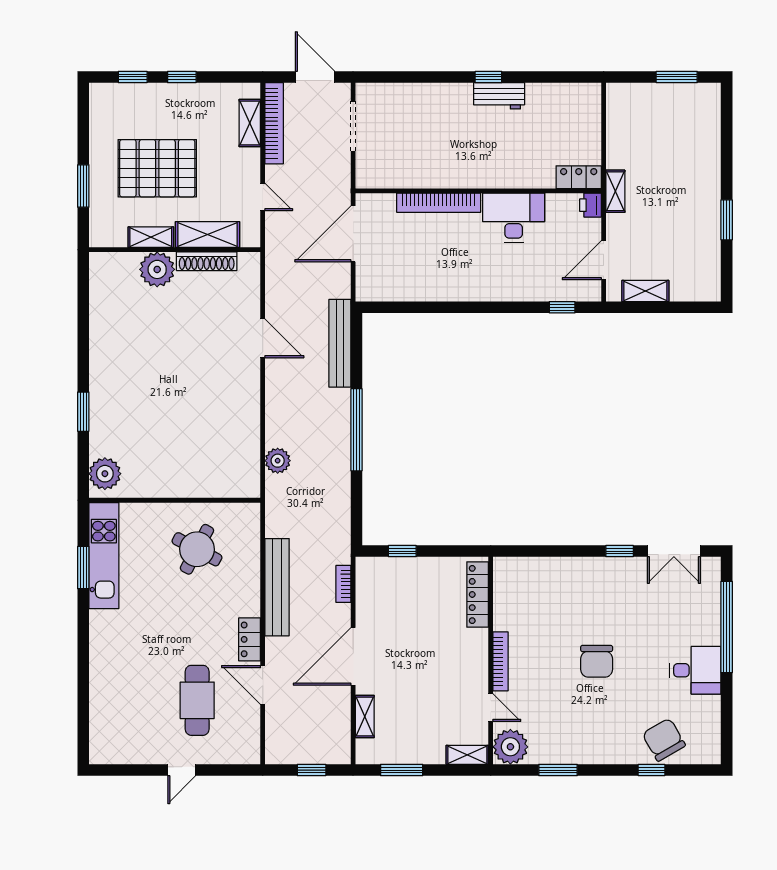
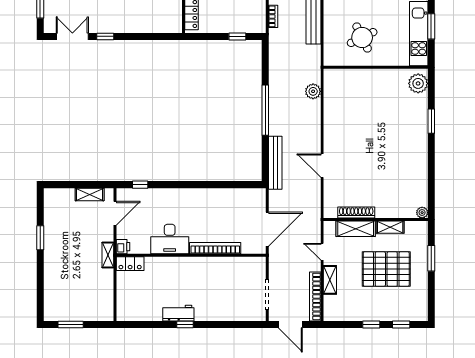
shelving: (250, 123) -> (330, 280), moved
plant: (157, 269) -> (422, 213), moved, width x0.53, depth x0.53
round table: (197, 549) -> (362, 37), turned 36

